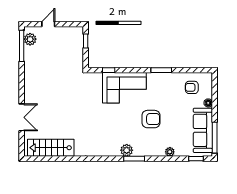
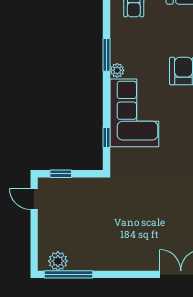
door: (48, 24) -> (34, 199), moved
plant: (151, 77) -> (117, 70), added

